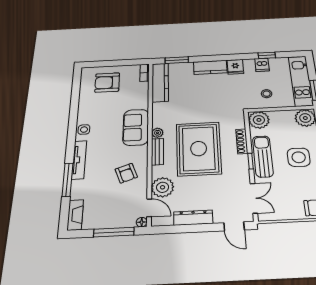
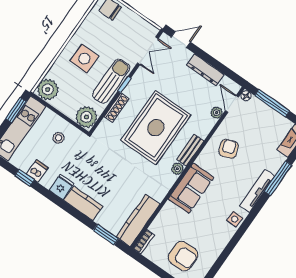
sun lounger: (263, 156) -> (111, 81), turned 180
plant: (163, 187) -> (217, 113), width x0.53, depth x0.53
double door: (254, 198) -> (148, 51), swing flipped
door: (234, 226) -> (181, 40), hinge flipped

